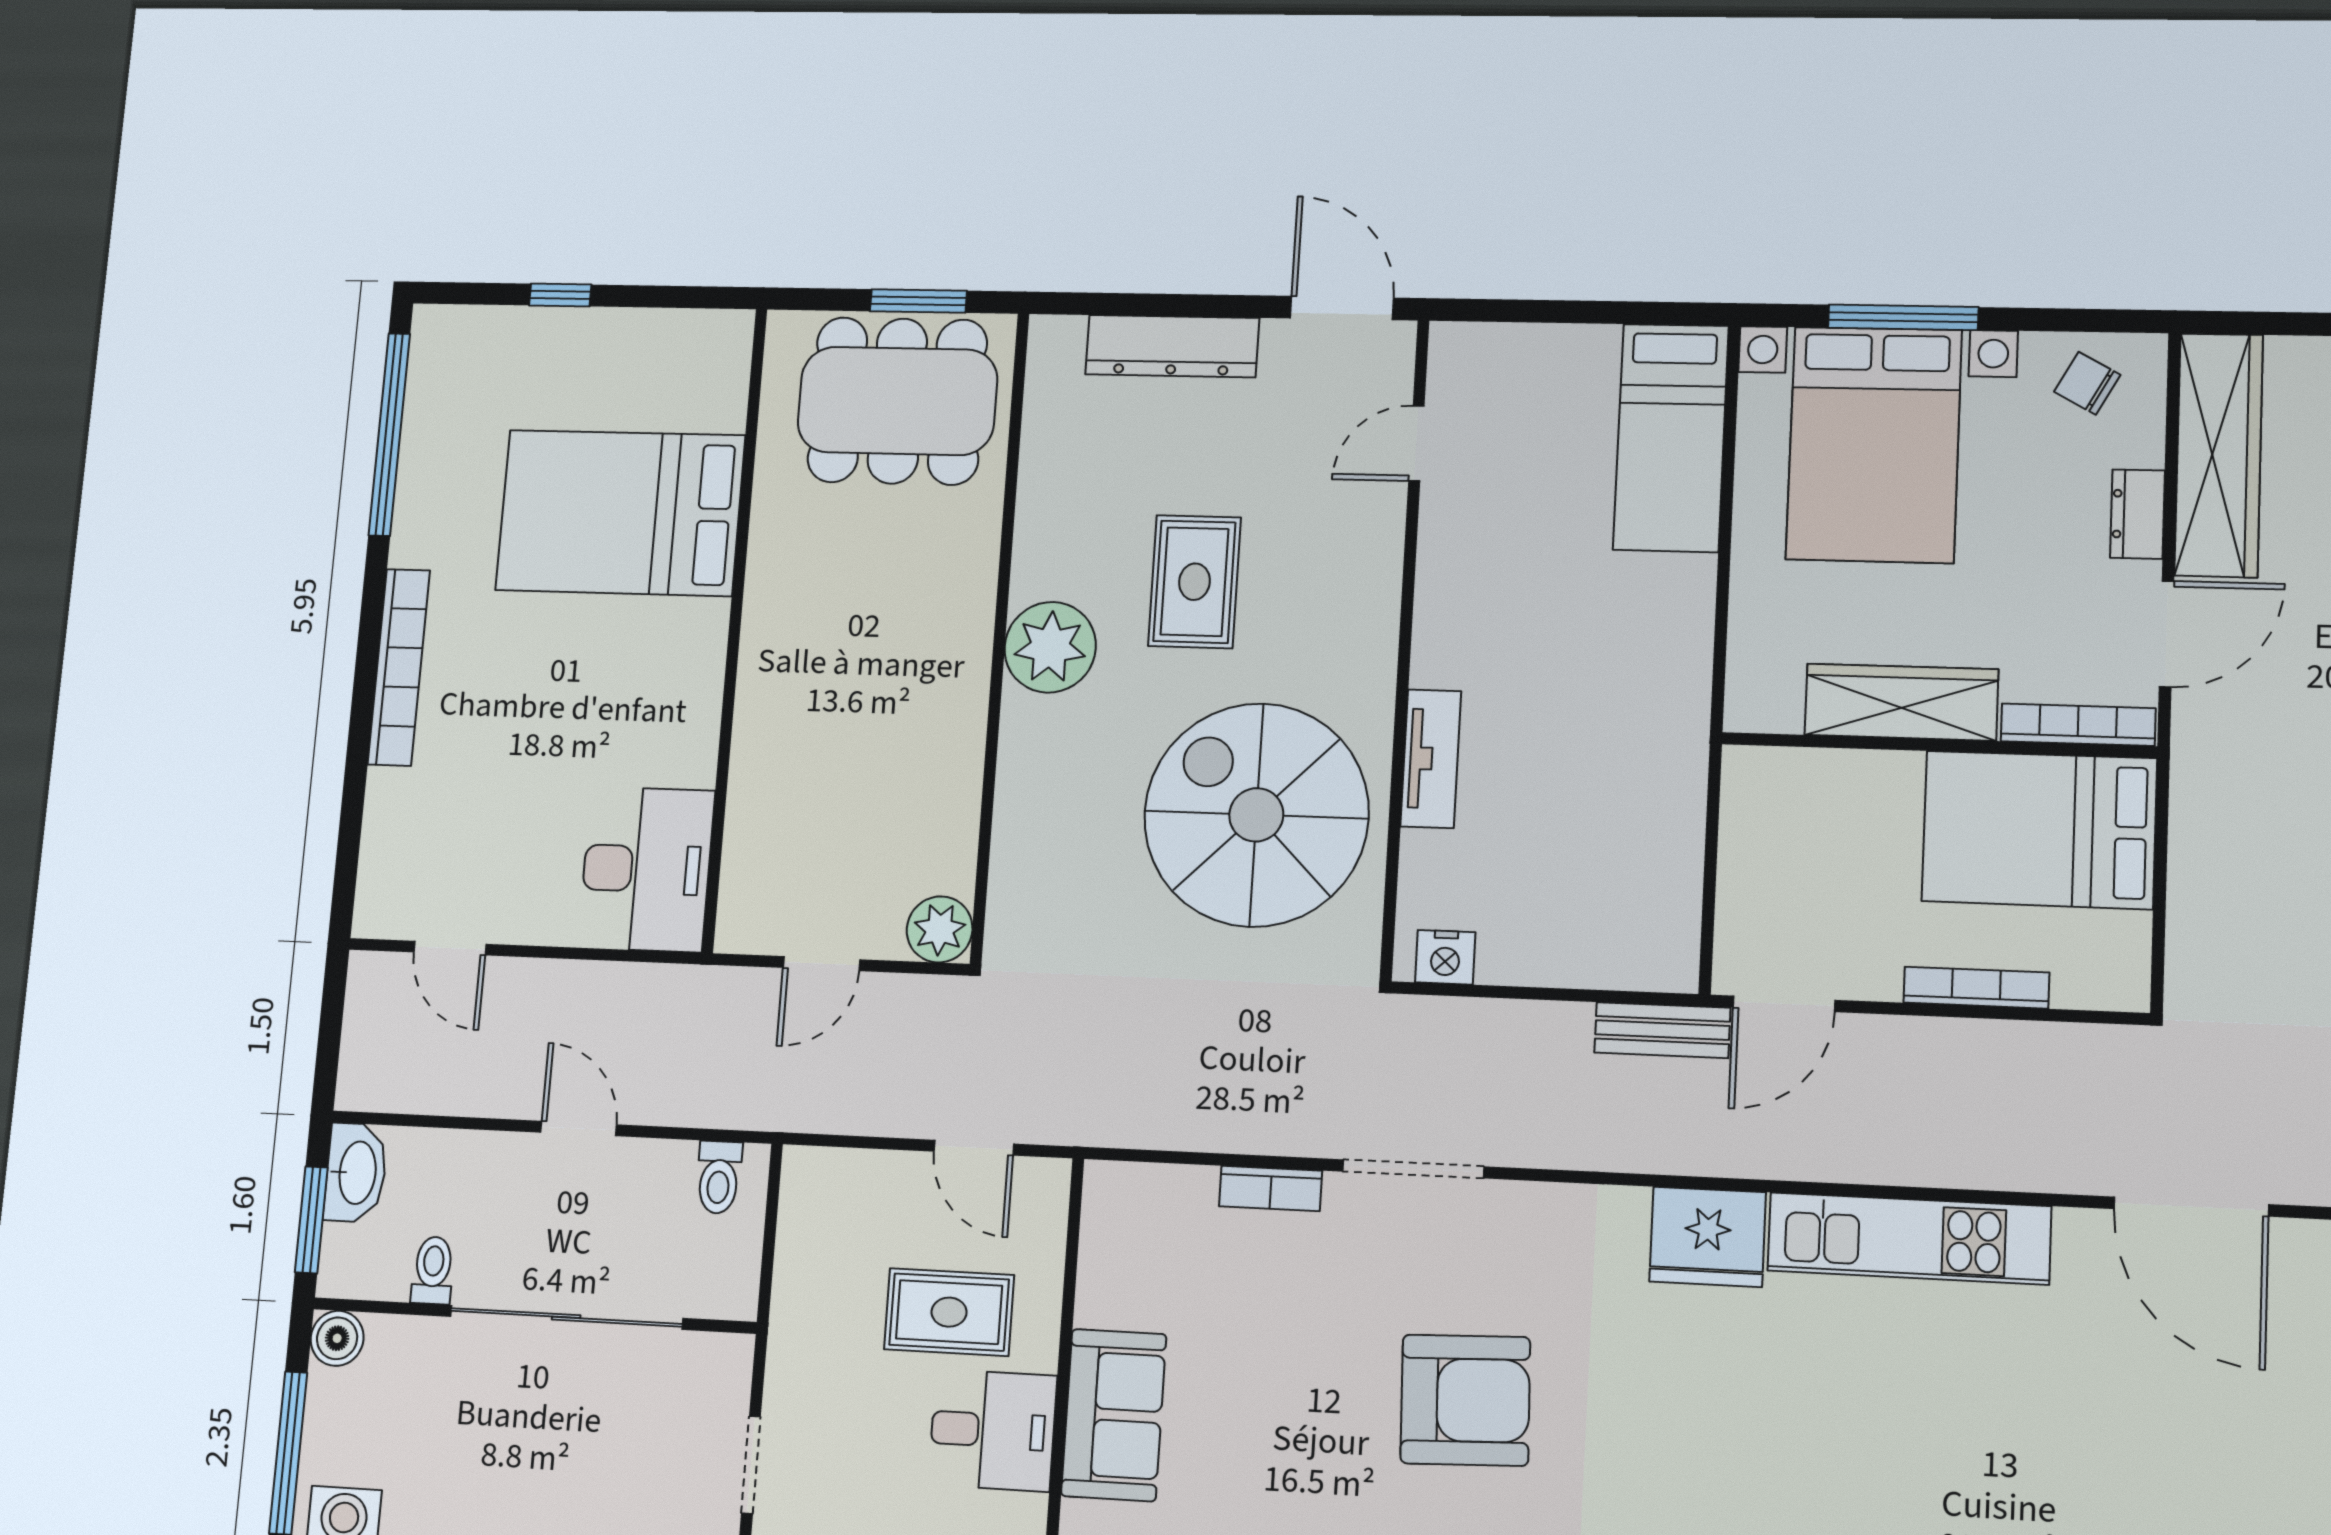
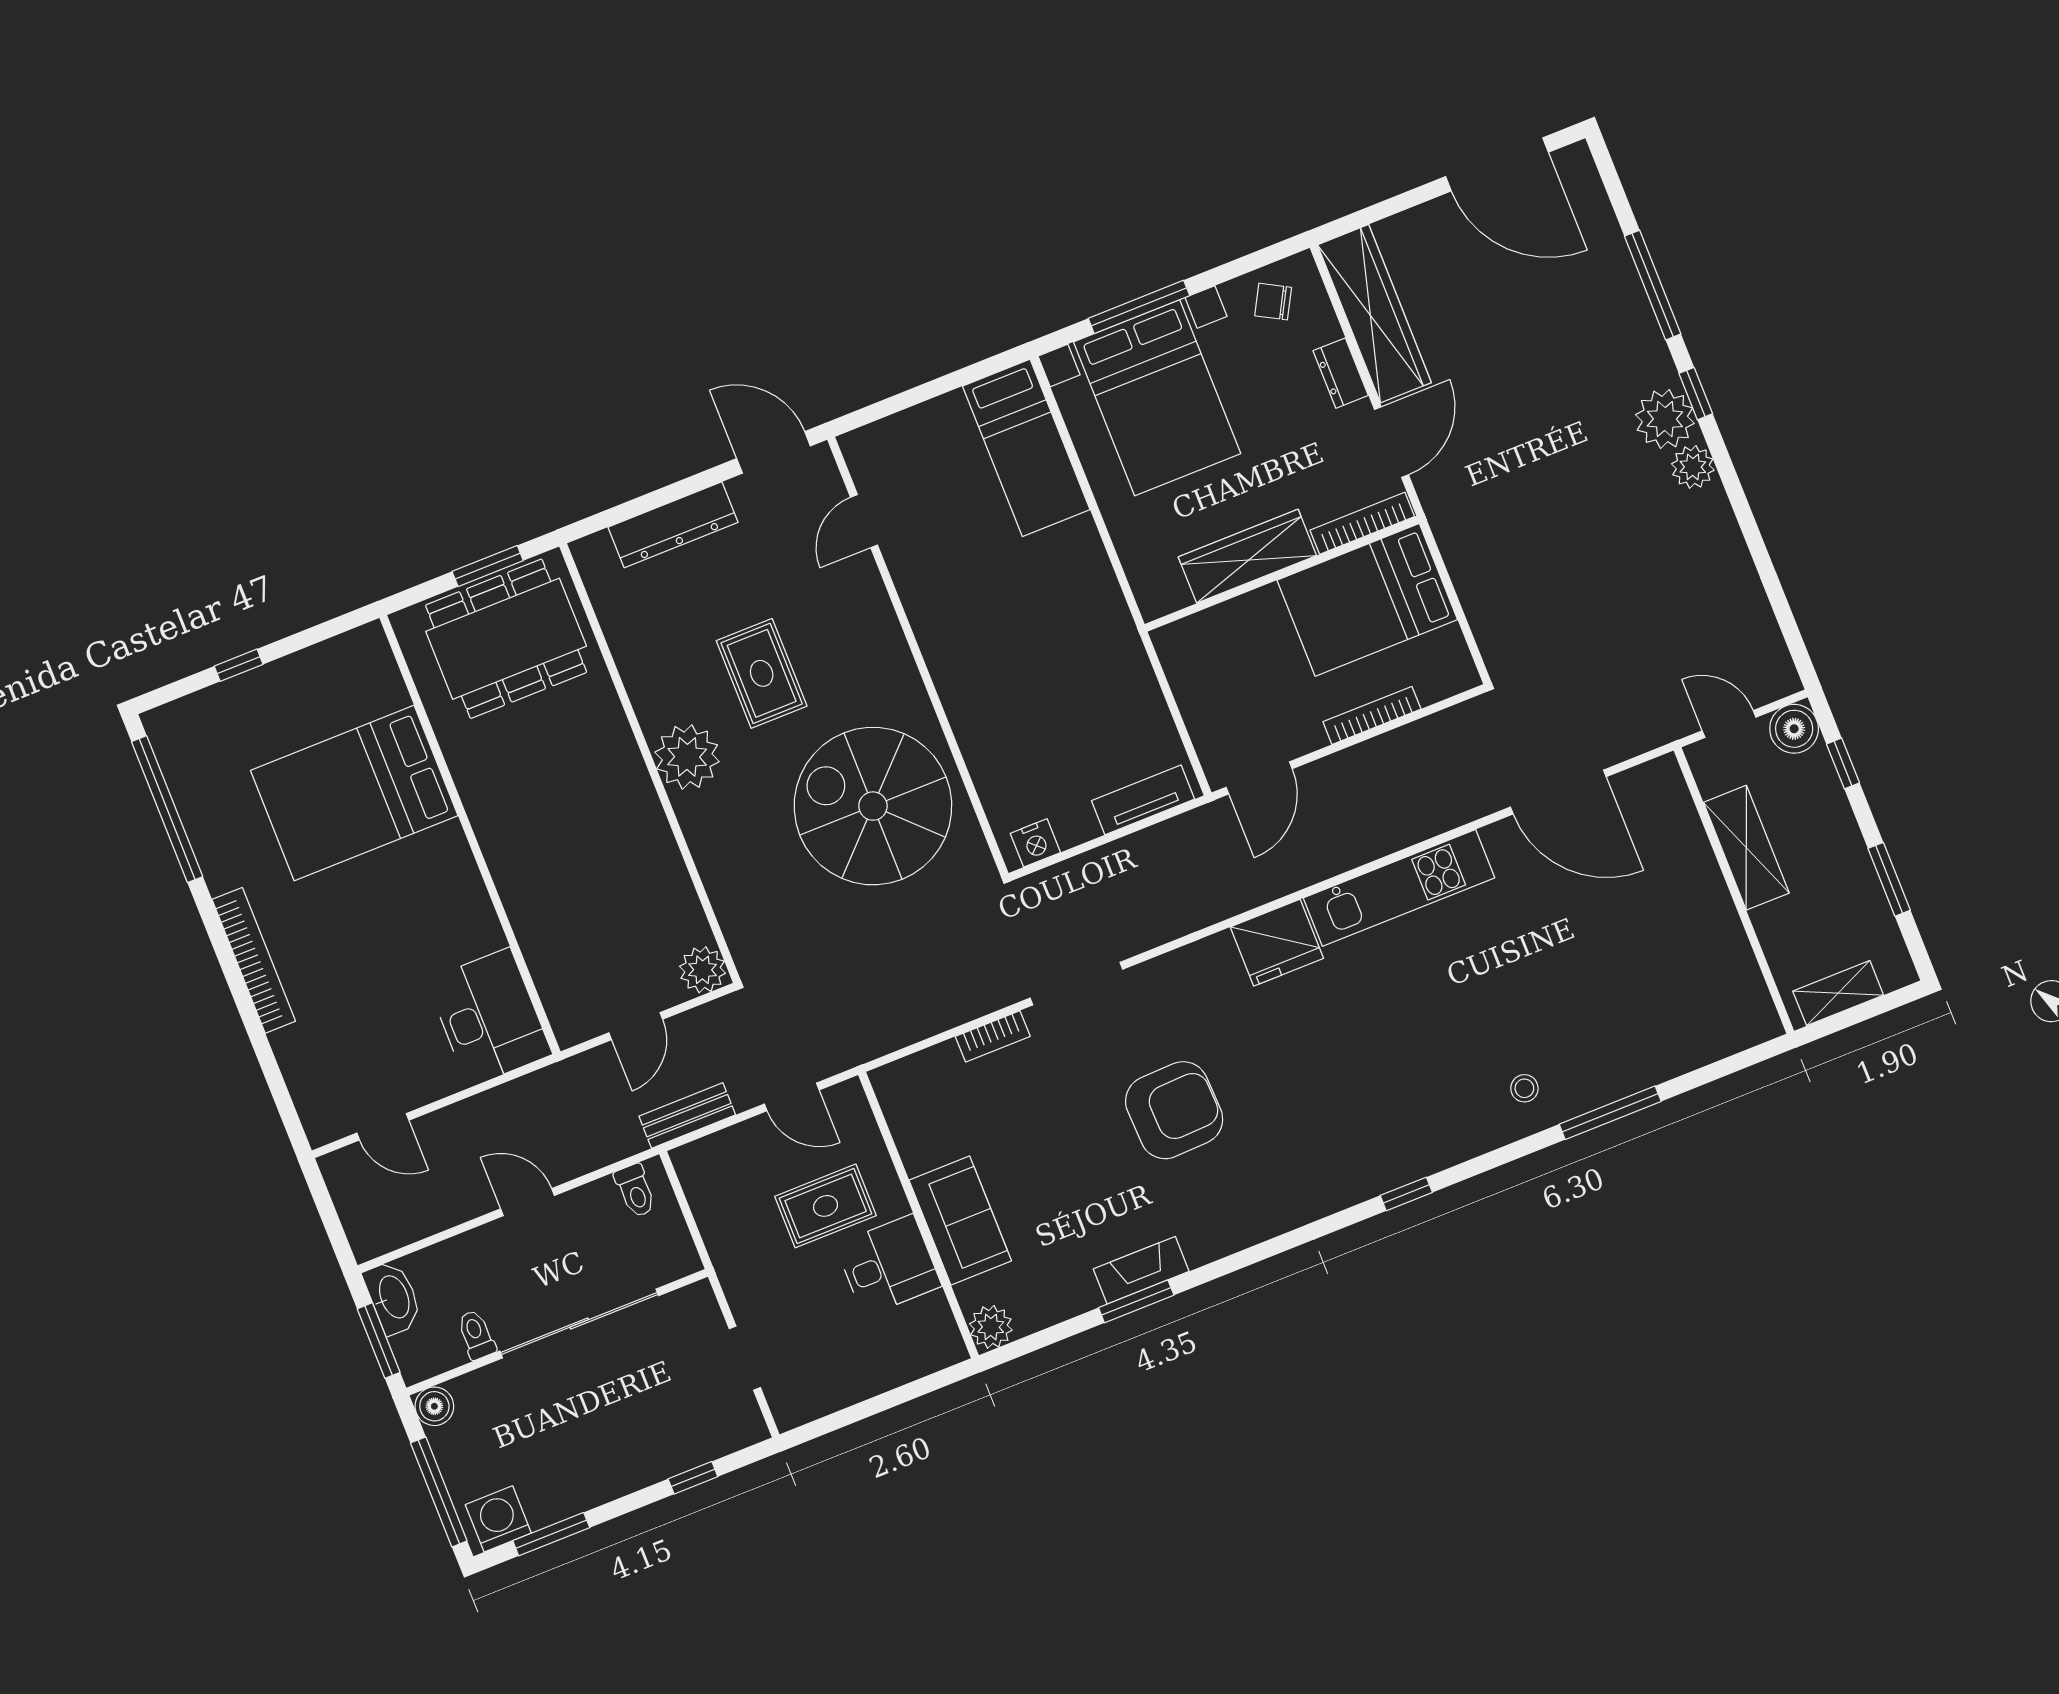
tv unit: (1431, 759) -> (1143, 800), moved, turned -90
bench: (1662, 1030) -> (687, 1116), moved

